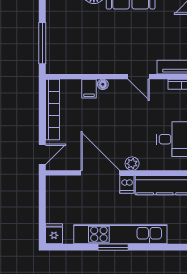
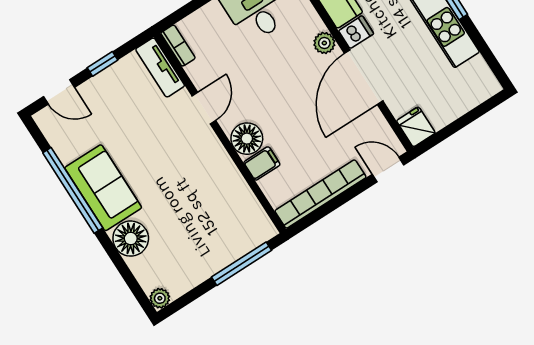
floor lamp: (103, 84) -> (247, 139), width x1.89, depth x1.89
fridge: (54, 234) -> (416, 127), moved, turned 90

